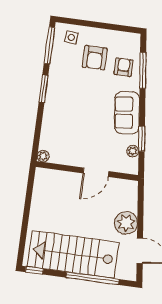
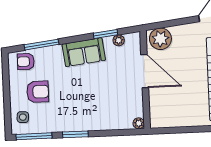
armchair: (124, 67) -> (26, 62), moved
door: (96, 172) -> (145, 71), width x1.36
plant: (126, 223) -> (160, 39), moved

